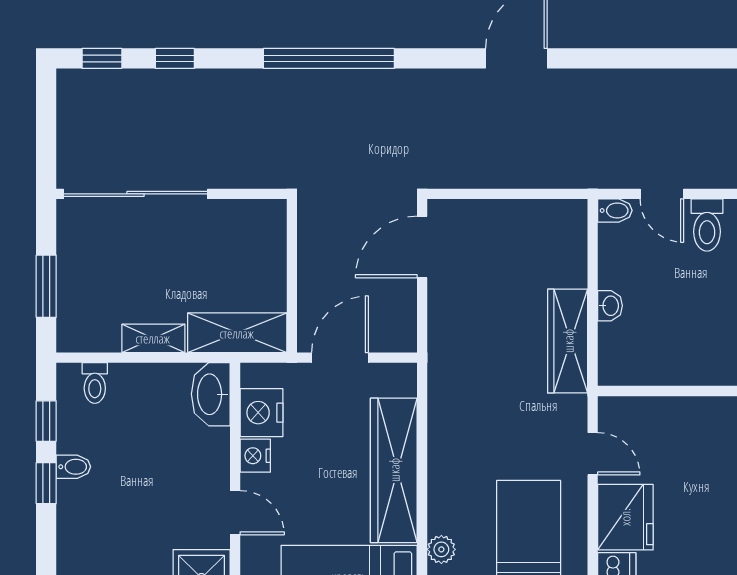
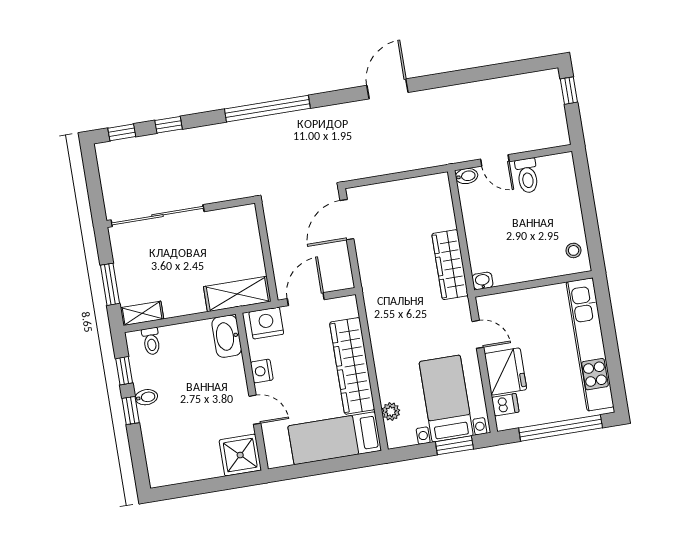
washbasin: (610, 306) -> (482, 281), moved, turned -90
shelving: (153, 338) -> (142, 313), moved
nightstand: (262, 413) -> (266, 323), moved, turned 90

